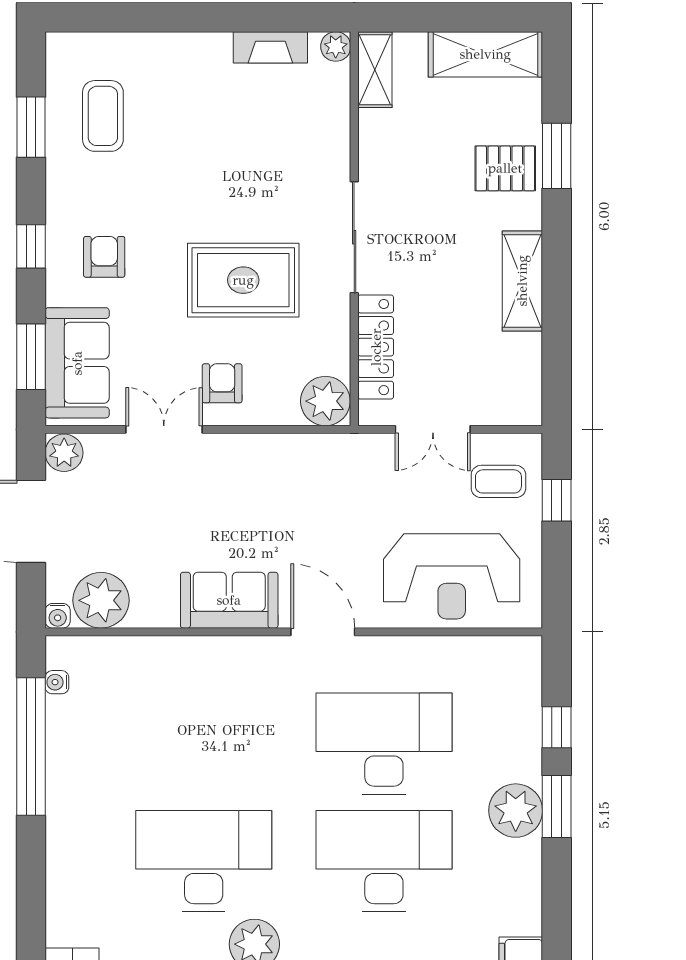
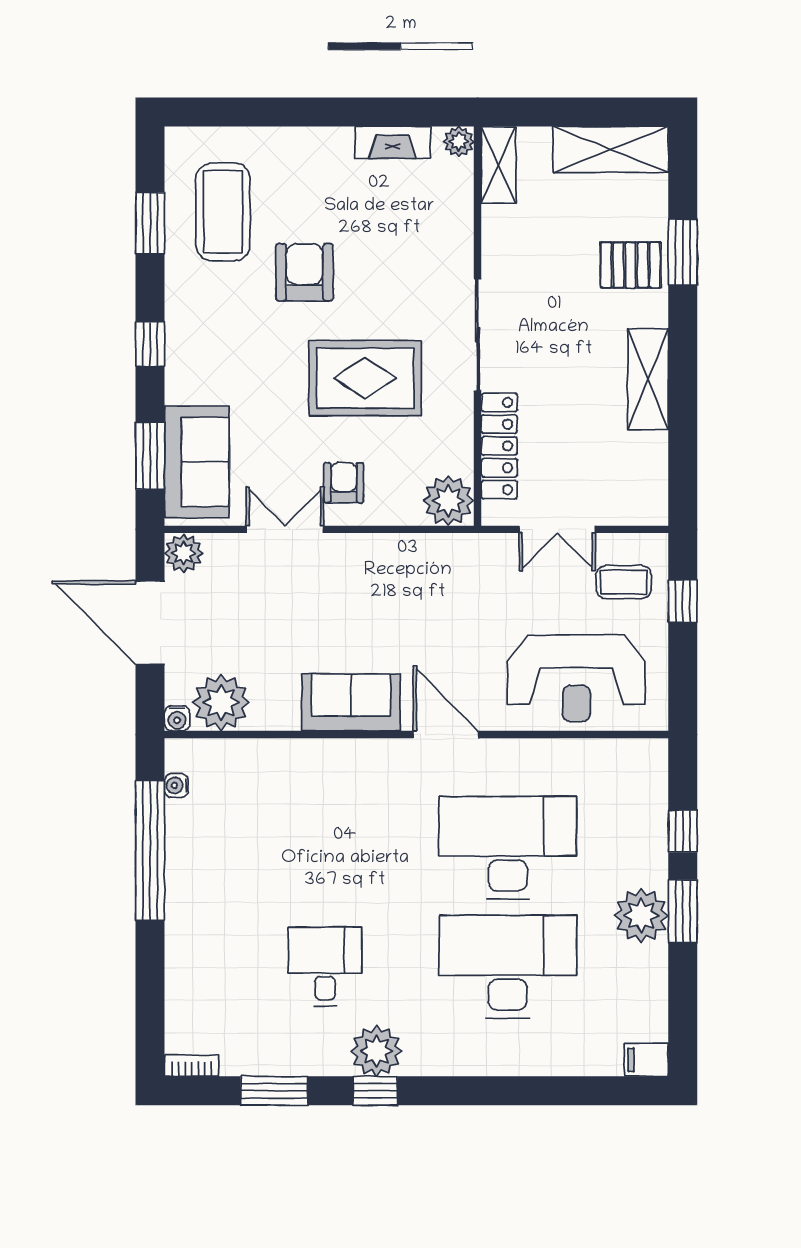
coffee table: (103, 116) -> (223, 212), width x1.36, depth x1.32
armchair: (104, 257) -> (305, 272), moved, width x1.38, depth x1.38
desk: (204, 861) -> (325, 967), width x0.53, depth x0.77

